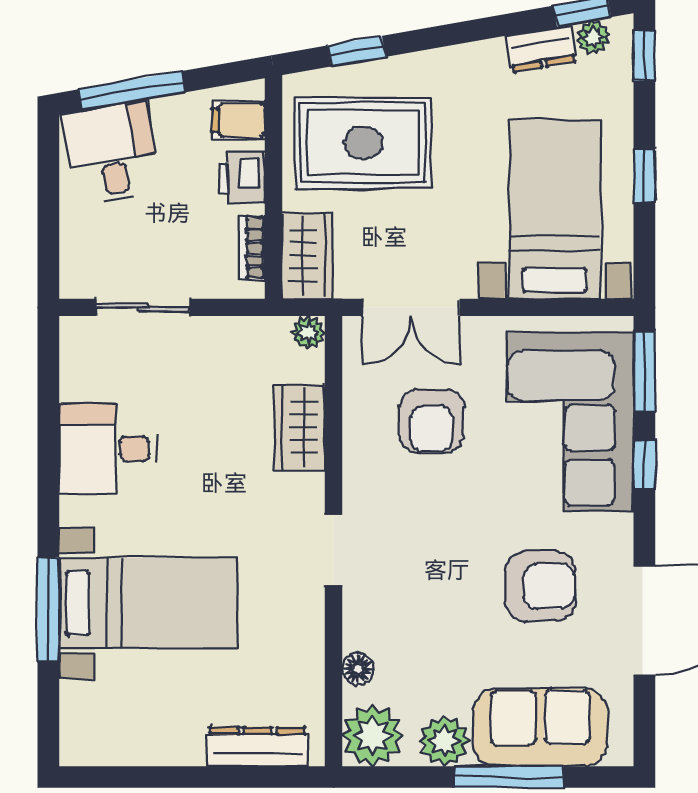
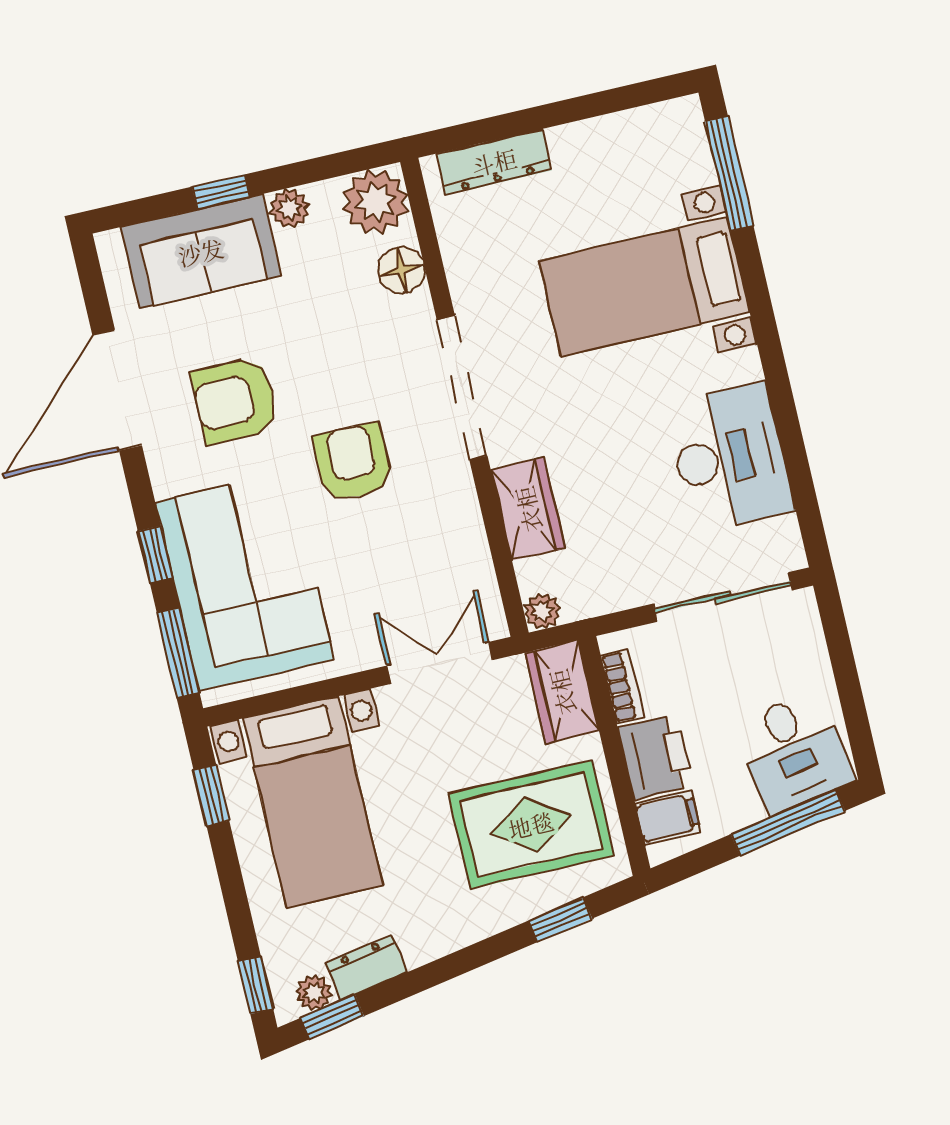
window: (644, 176) -> (211, 795), moved
printer: (242, 178) -> (656, 757), width x1.36, depth x1.24
sliding door: (143, 307) -> (723, 597), width x1.37
armchair: (432, 421) -> (353, 462), moved
desk: (108, 449) -> (729, 457), width x1.37
doorway: (333, 550) -> (462, 388), width x1.87
window: (48, 609) -> (729, 174), moved
floor lamp: (358, 669) -> (401, 270), width x1.37, depth x1.37
plant: (444, 741) -> (290, 208), width x0.73, depth x0.73
window: (509, 777) -> (221, 192), width x0.46

